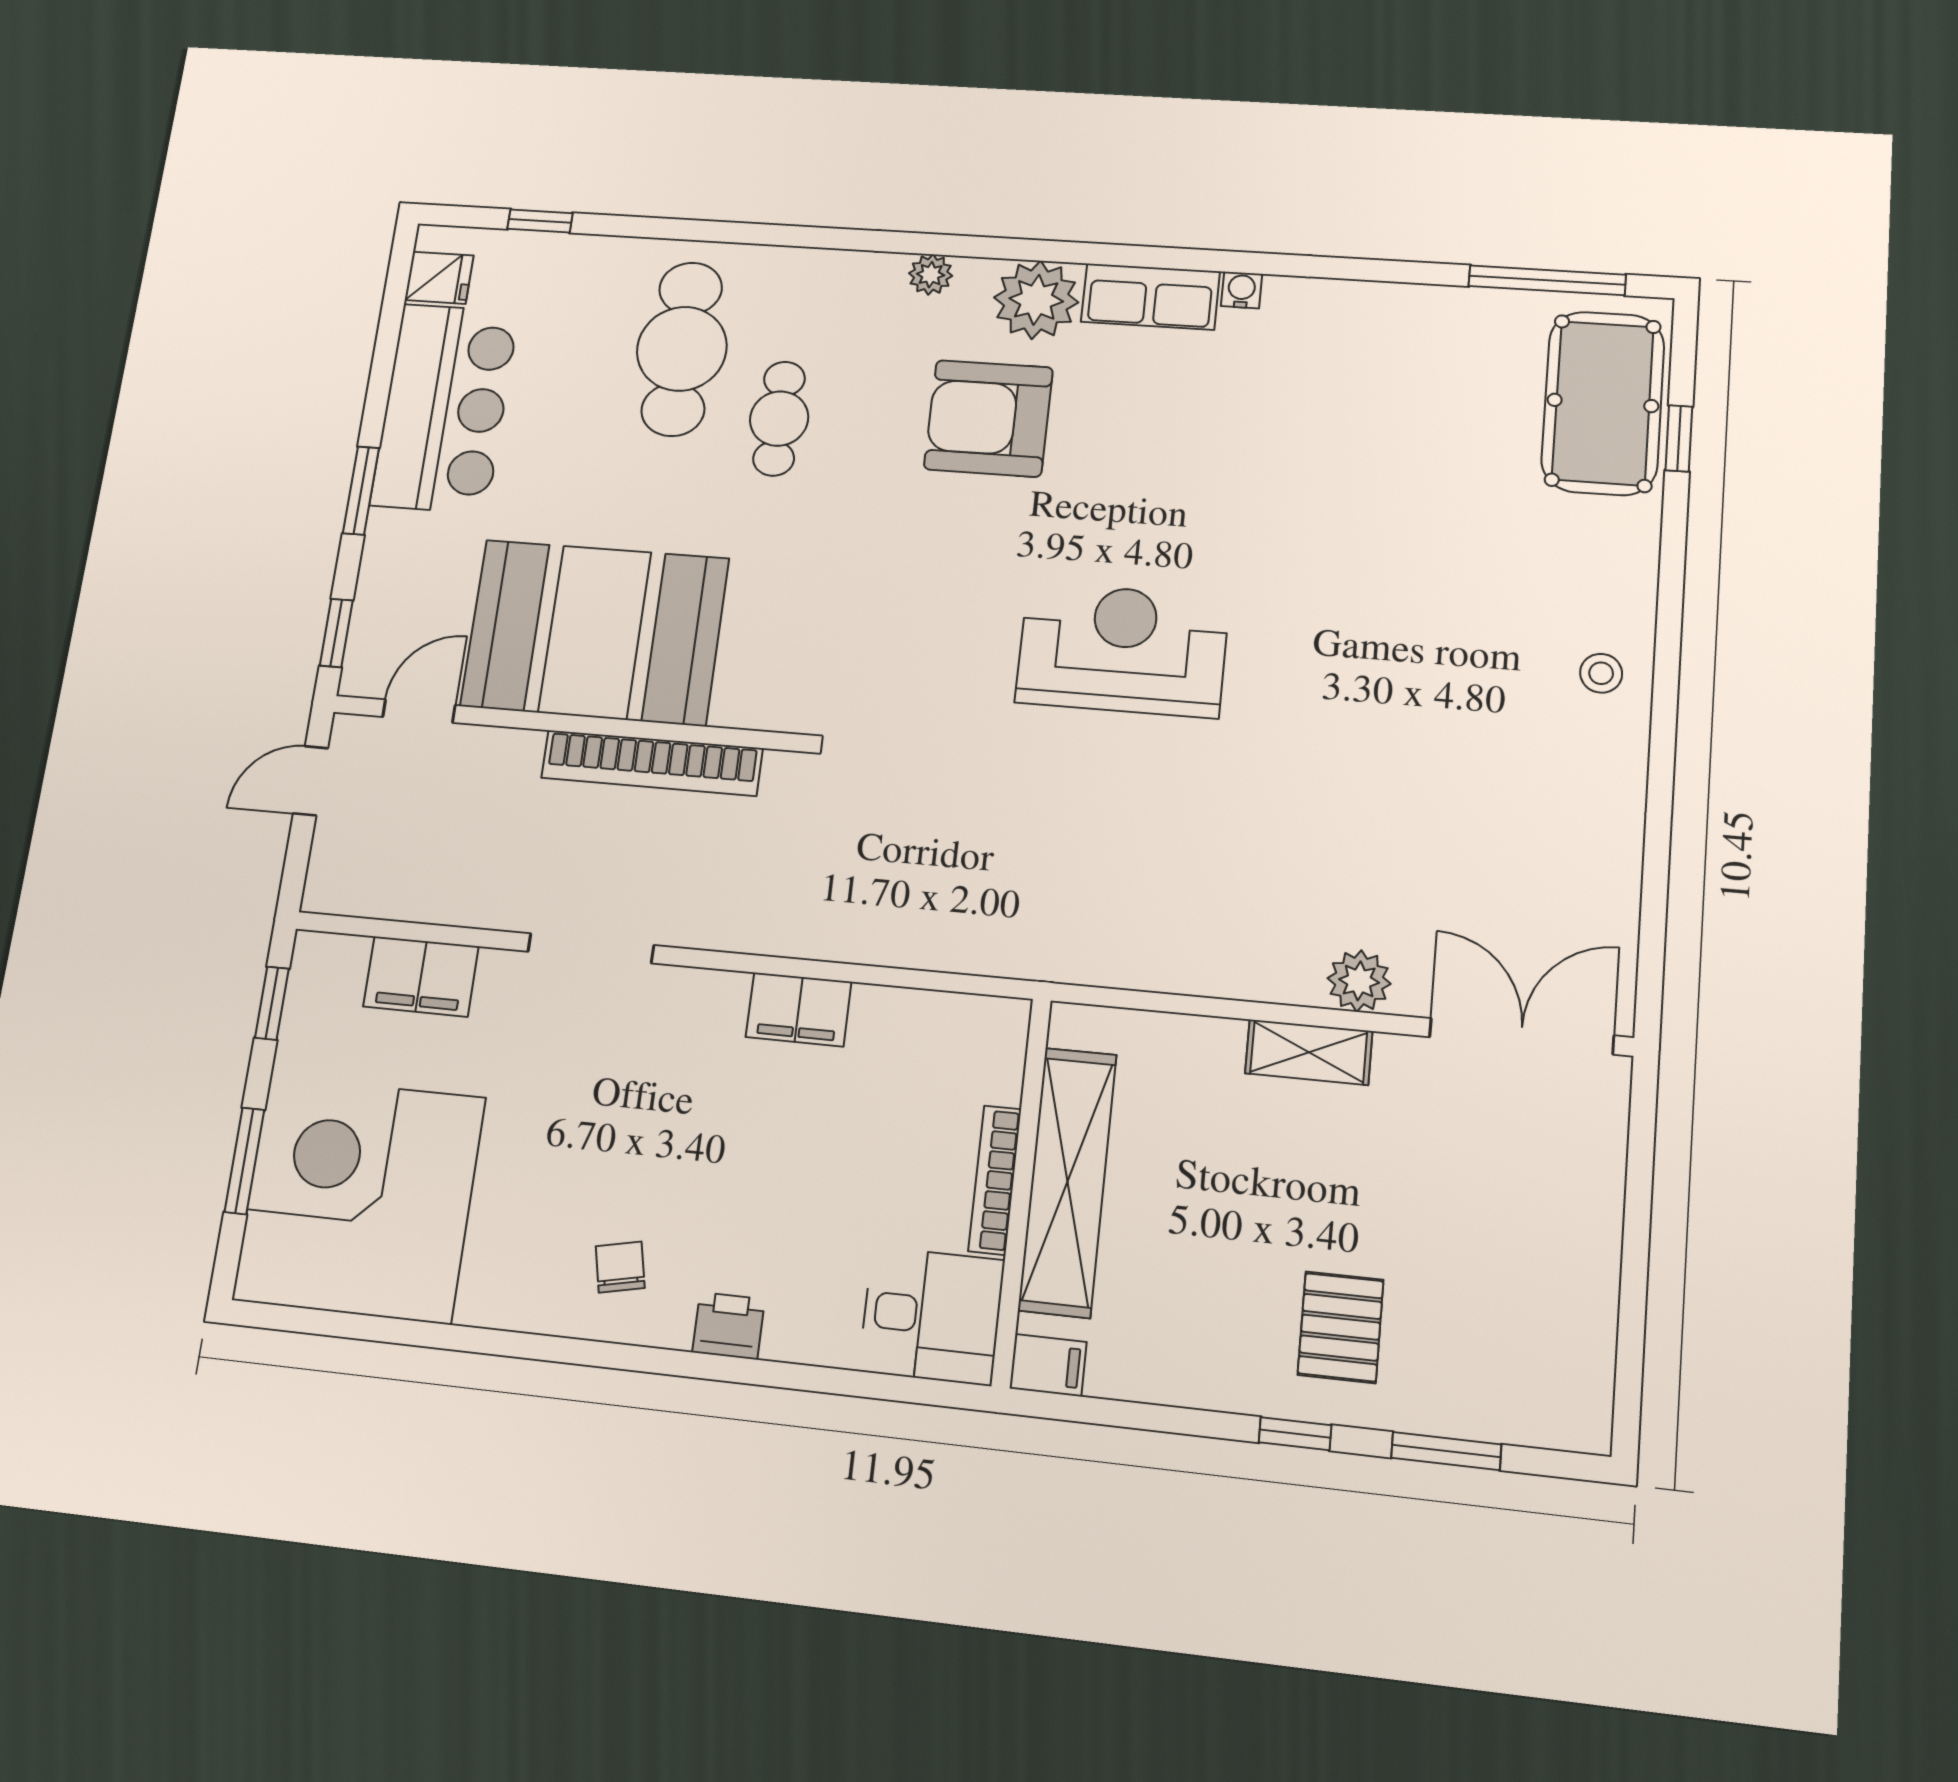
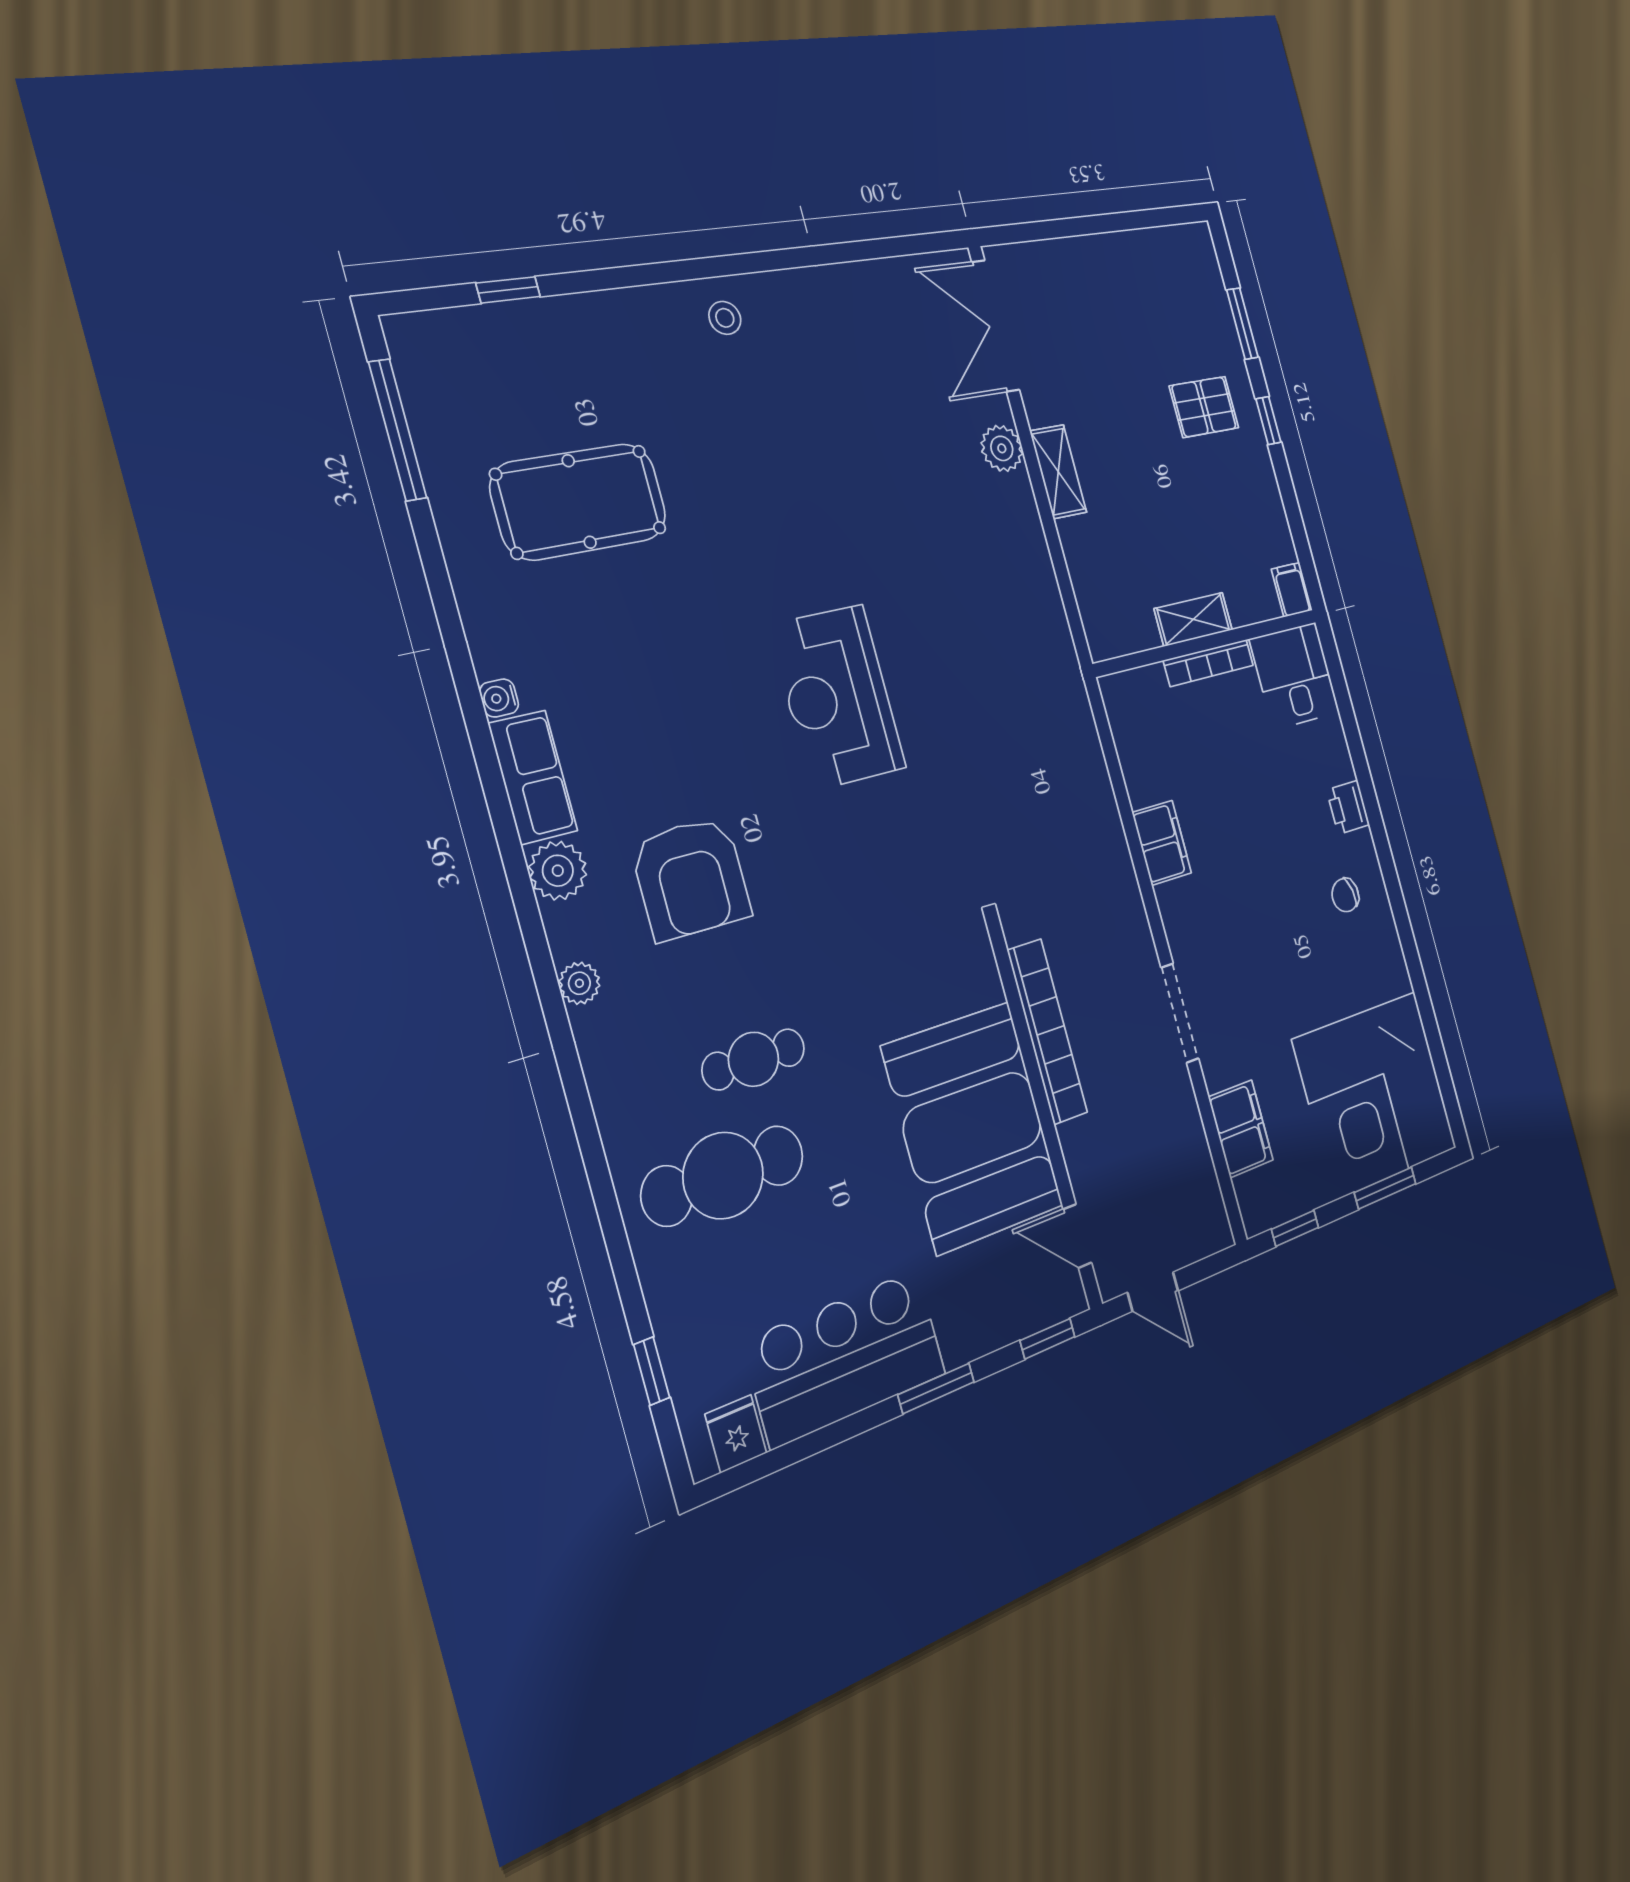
plant: (1036, 300) -> (558, 871), width x0.73, depth x0.73
pool table: (1603, 403) -> (579, 501), moved
shelving: (1068, 1182) -> (1193, 619), width x0.45, depth x0.75

